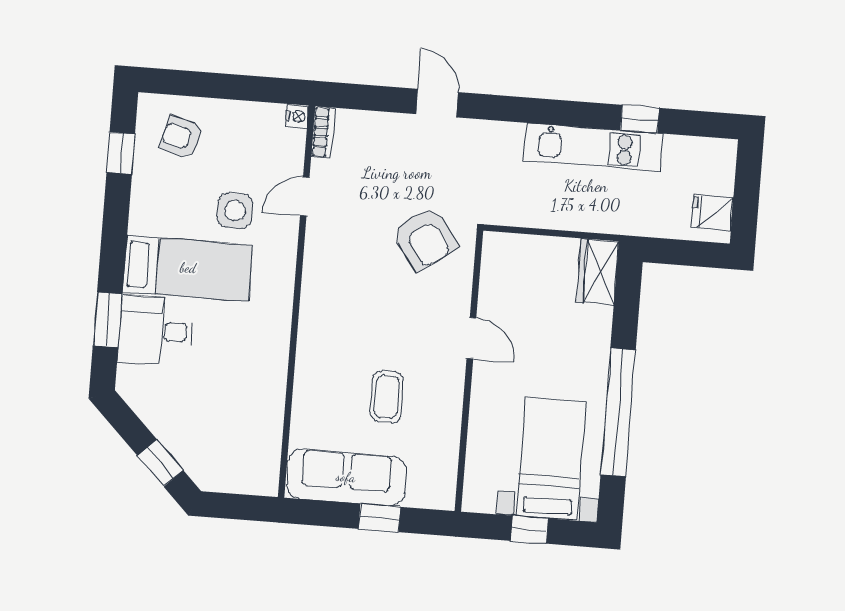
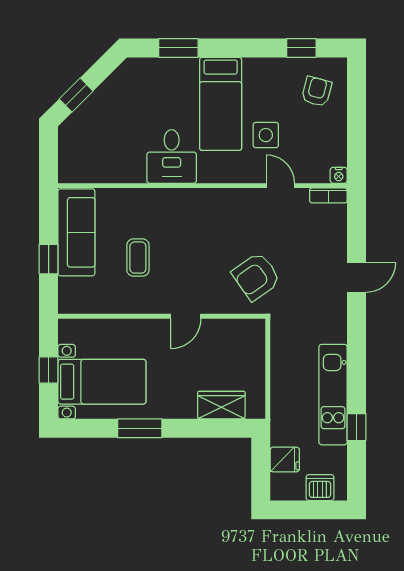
dishwasher: (718, 175) -> (320, 488), added
fridge: (712, 213) -> (285, 459), moved, turned 90
wardrobe: (598, 272) -> (221, 405), moved
desk: (156, 331) -> (172, 156), moved, turned 180
coffee table: (387, 397) -> (138, 258), turned 90
window: (618, 412) -> (140, 428), width x0.47

